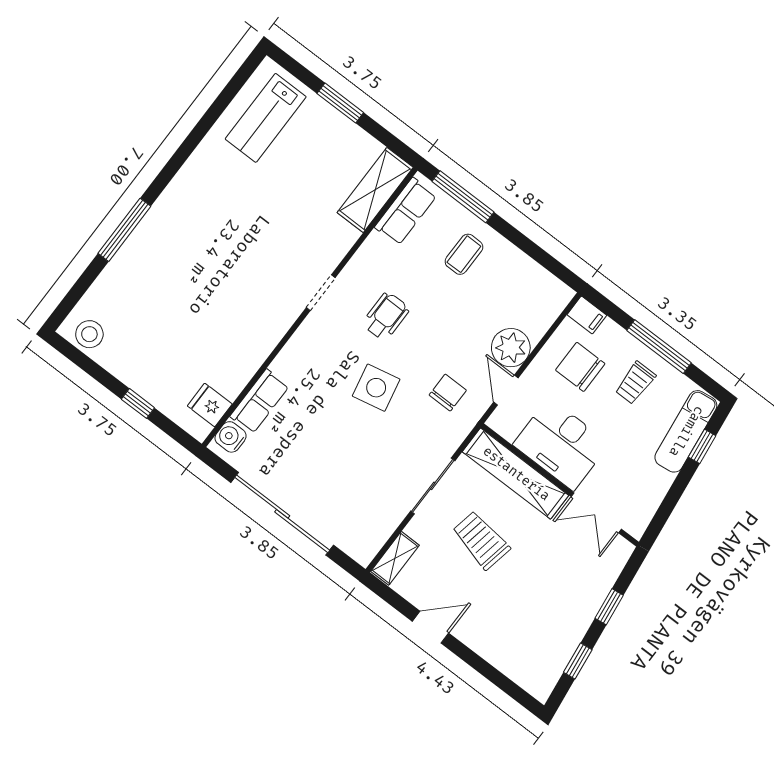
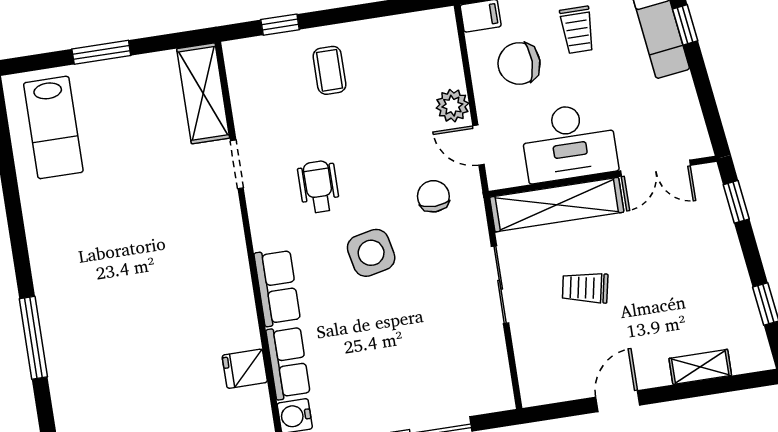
window: (463, 197) -> (280, 25), width x0.46
row of seats: (406, 211) -> (277, 287), moved
doorway: (321, 293) -> (237, 164), moved
plant: (511, 348) -> (452, 106), width x0.73, depth x0.73
fridge: (210, 405) -> (245, 369), moved
trolley: (481, 540) -> (585, 288), width x0.73, depth x0.72
shelving: (395, 558) -> (700, 367), moved, turned 90
window: (609, 607) -> (736, 202), moved

